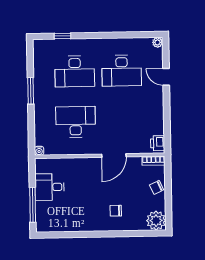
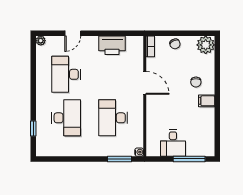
desk: (122, 71) -> (66, 74), turned 180
window: (31, 91) -> (120, 159), moved
printer: (158, 143) -> (112, 45), moved, width x1.87, depth x1.48
filing cabinet: (96, 223) -> (207, 101), added

